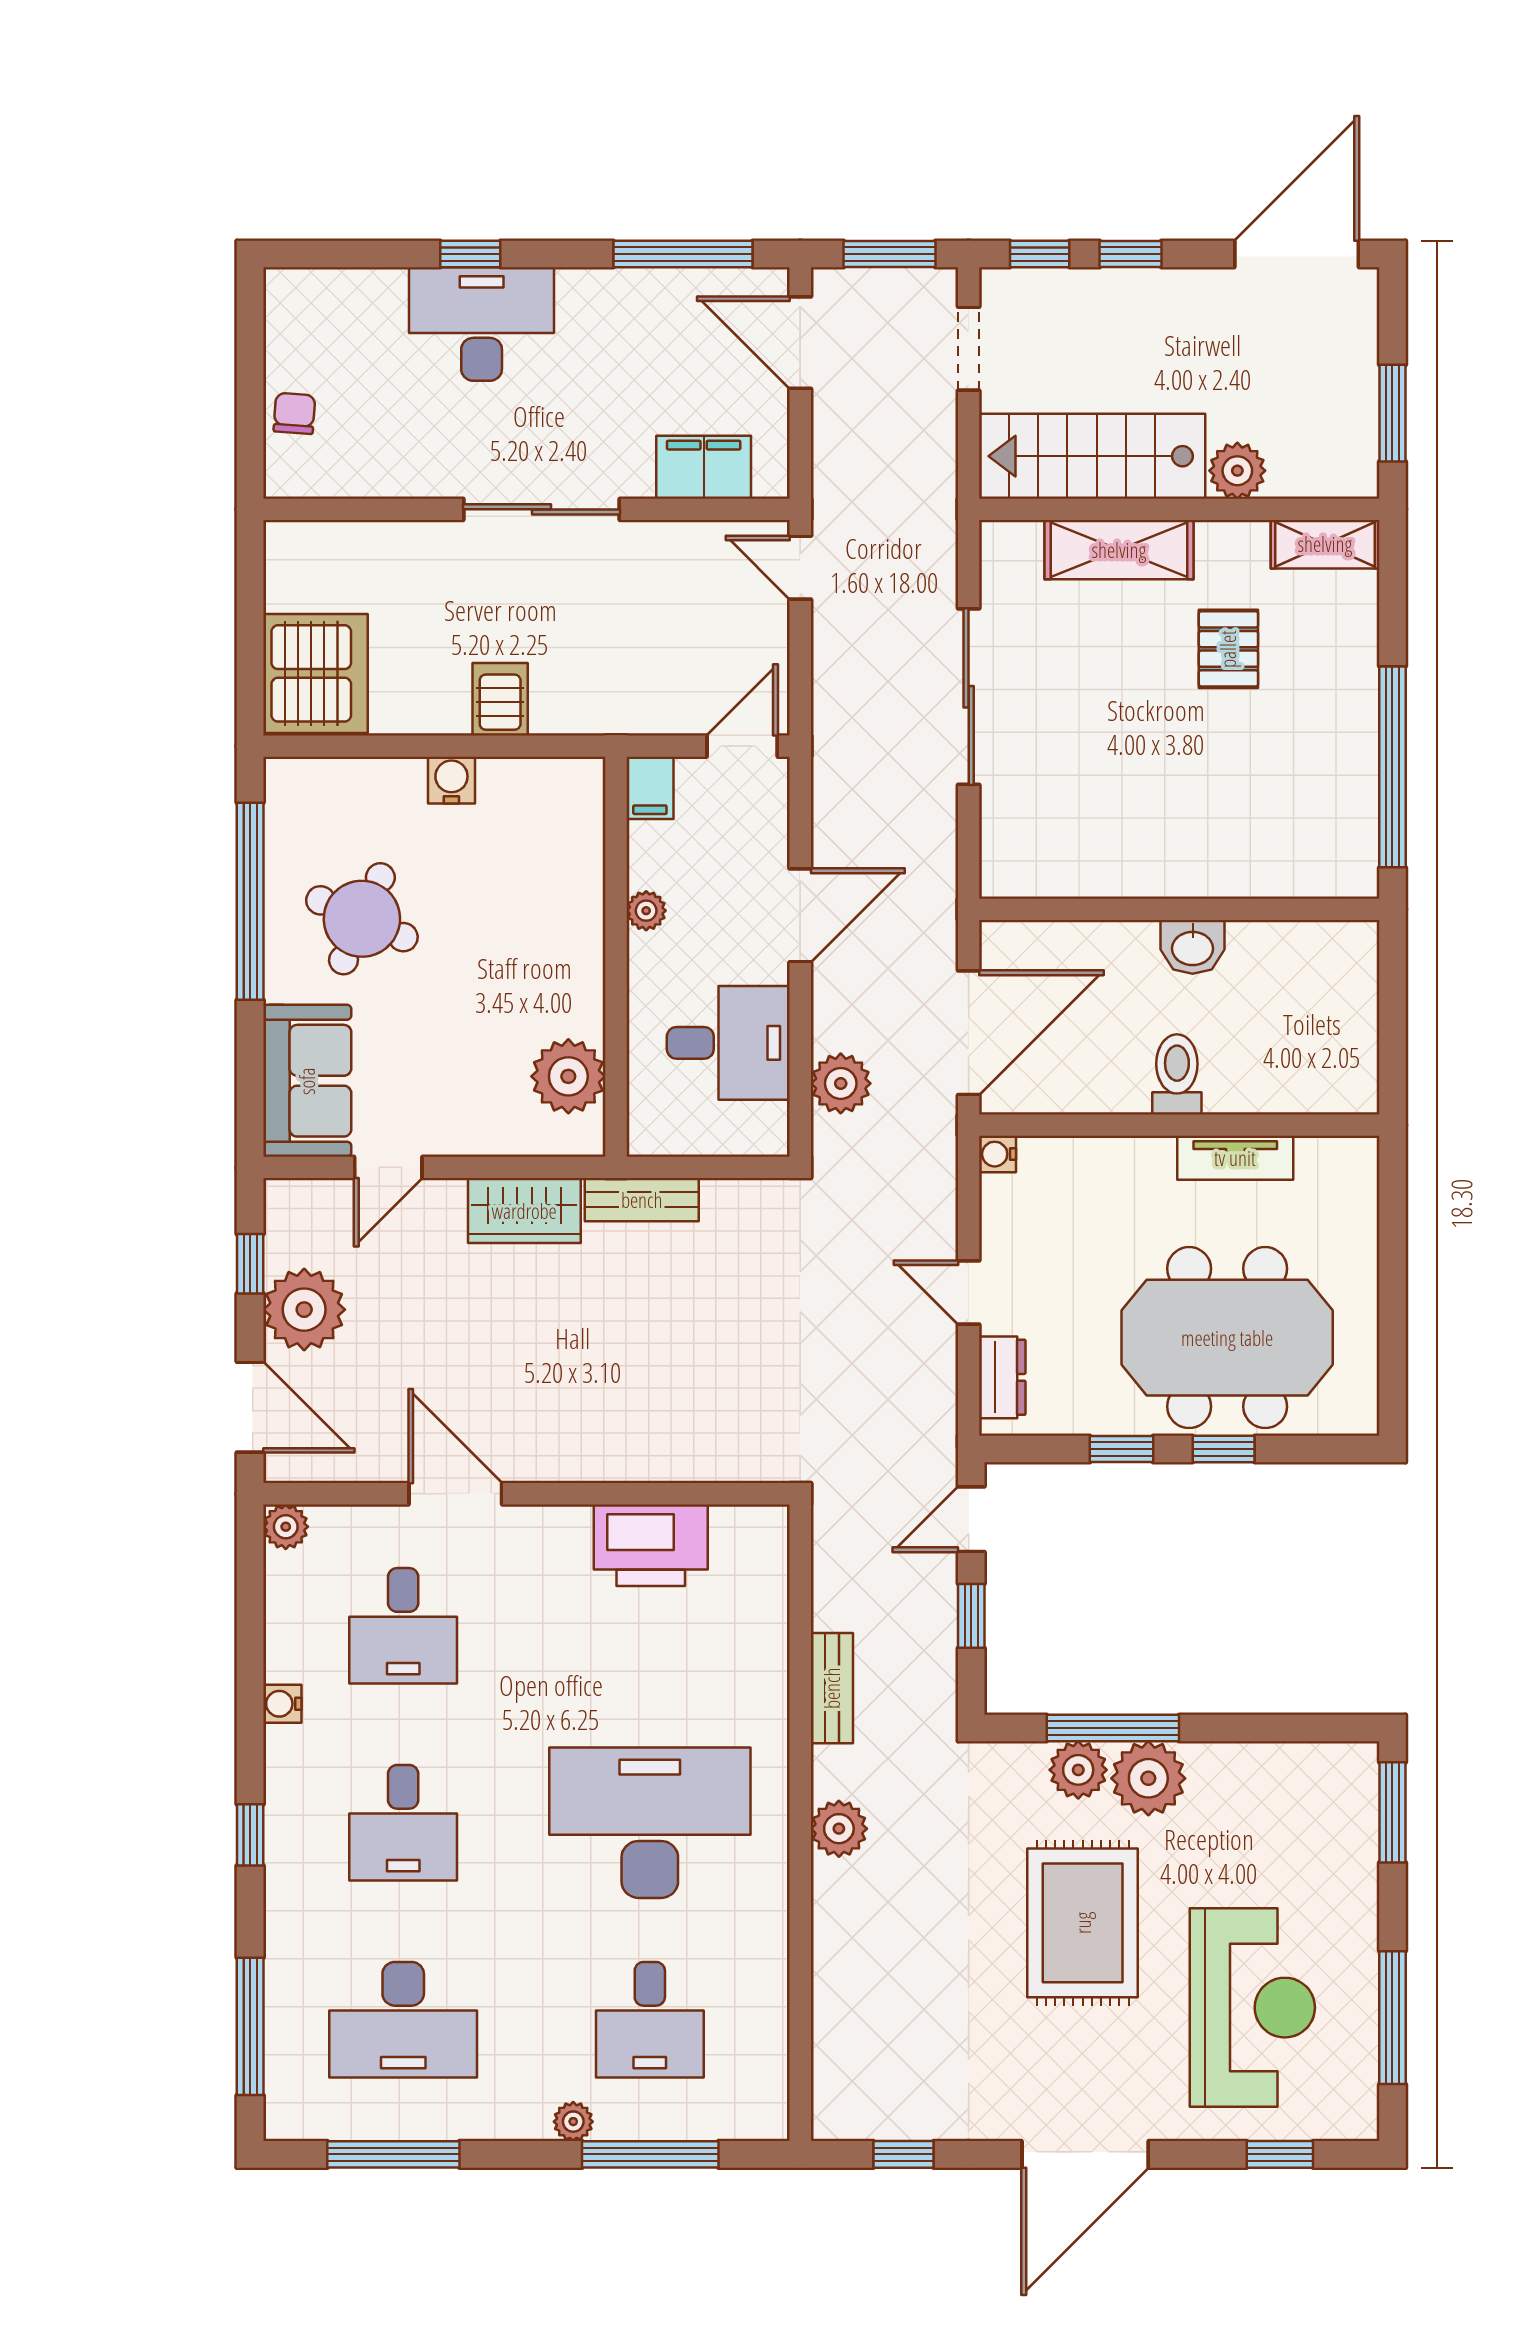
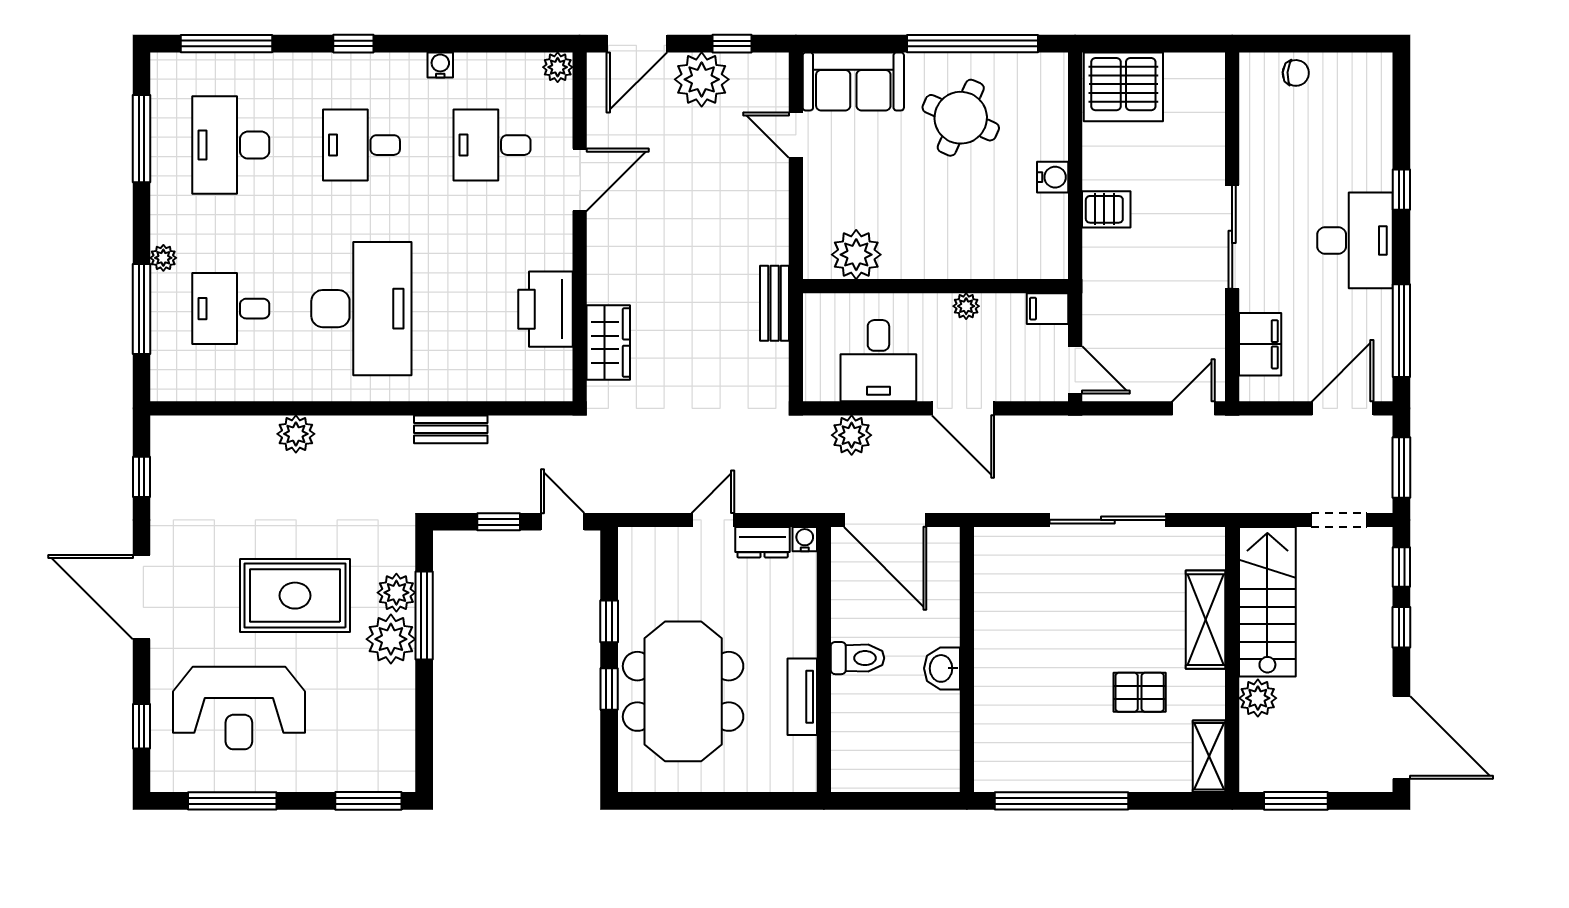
desk: (482, 324) -> (1355, 240), moved
wardrobe: (524, 1211) -> (608, 343), moved, turned 180
dresser: (1002, 1377) -> (763, 542), moved
plant: (839, 1829) -> (296, 434), moved

